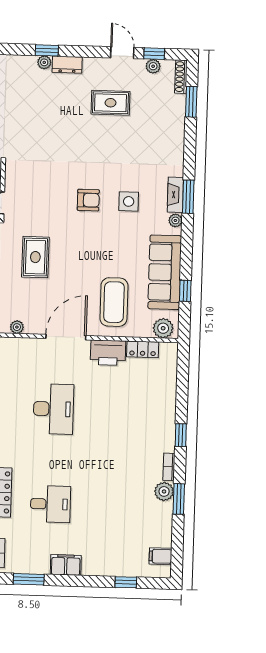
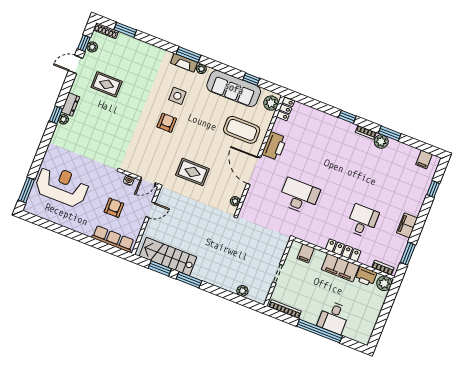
rug: (111, 103) -> (107, 84), turned 90
locker: (143, 349) -> (285, 109), moved

